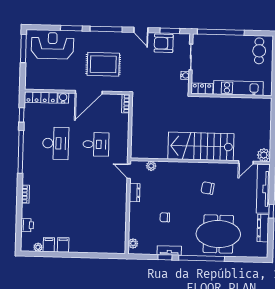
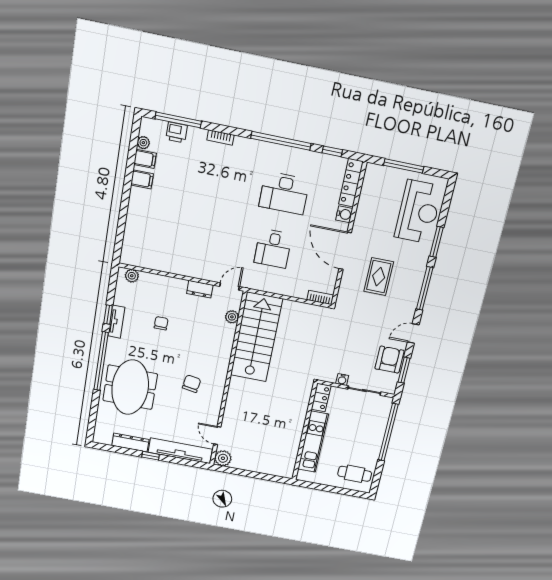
window: (23, 49) -> (404, 166), moved
rug: (103, 64) -> (379, 277), width x0.73, depth x0.70
stairs: (201, 146) -> (256, 337), moved
window: (19, 225) -> (178, 120), added

